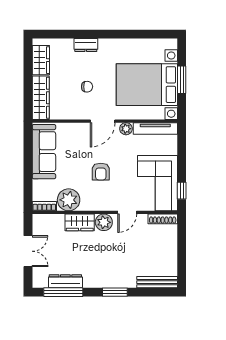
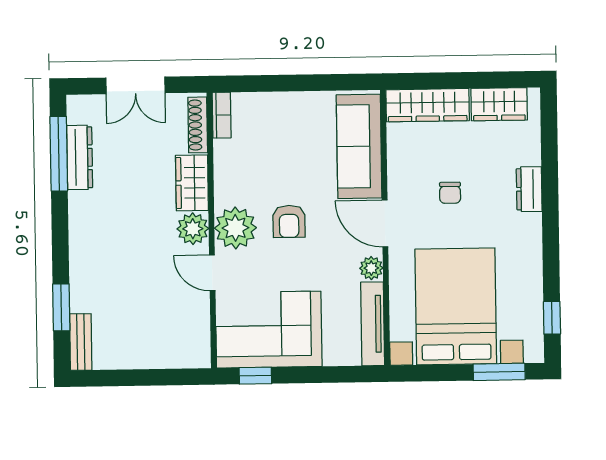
window: (154, 34) -> (552, 318), added
window: (182, 80) -> (499, 372), moved
sofa: (44, 152) -> (359, 146), moved, turned 90
armchair: (101, 172) -> (289, 221), turned -90
plant: (69, 200) -> (235, 228), moved
shoe rack: (163, 219) -> (198, 125), moved
bench: (157, 282) -> (81, 342), width x0.73
window: (115, 292) -> (61, 307), moved

